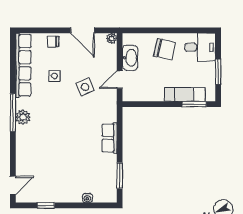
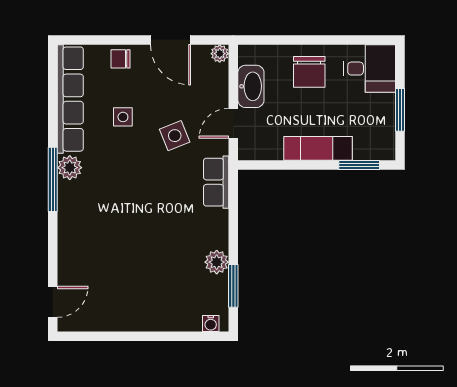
chair: (165, 49) -> (309, 72), turned 77
exam couch: (185, 94) -> (318, 148), moved
plant: (23, 117) -> (70, 168), moved
row of seats: (110, 138) -> (216, 182), moved
plant: (110, 162) -> (217, 262), added
water cooler: (87, 198) -> (211, 323), moved
window: (46, 205) -> (108, 336), removed

